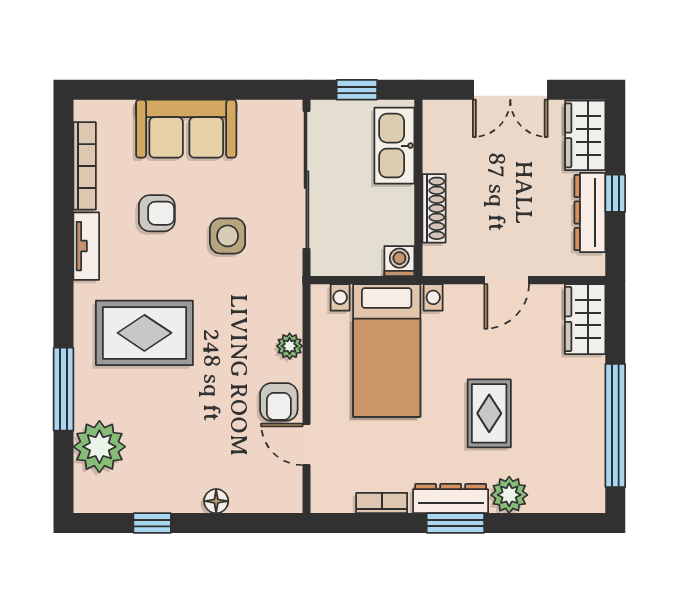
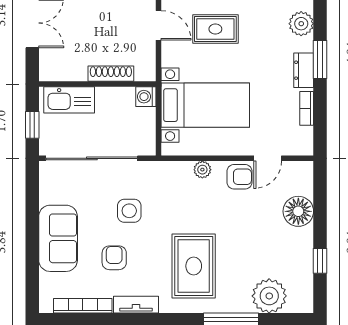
rug: (489, 413) -> (215, 29), moved
dresser: (451, 499) -> (304, 70), width x0.70
floor lamp: (216, 501) -> (298, 211), width x1.89, depth x1.89

